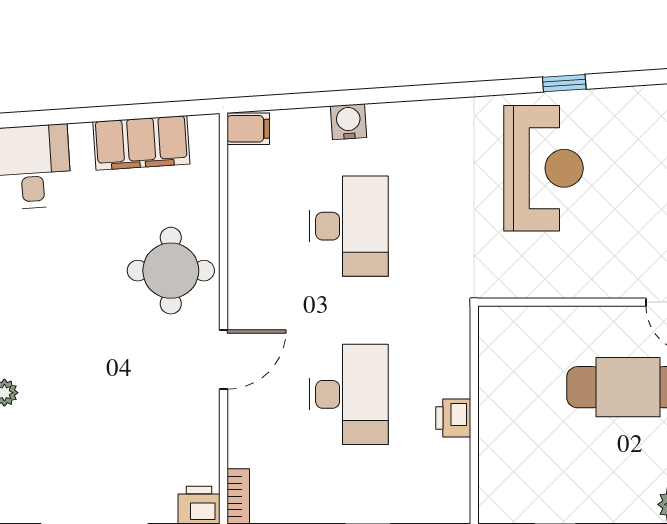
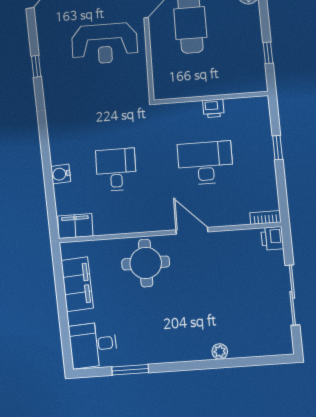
filing cabinet: (248, 129) -> (75, 226), width x2.00
reception desk: (544, 168) -> (105, 44), moved, turned 180
desk: (349, 226) -> (116, 170), width x0.73

